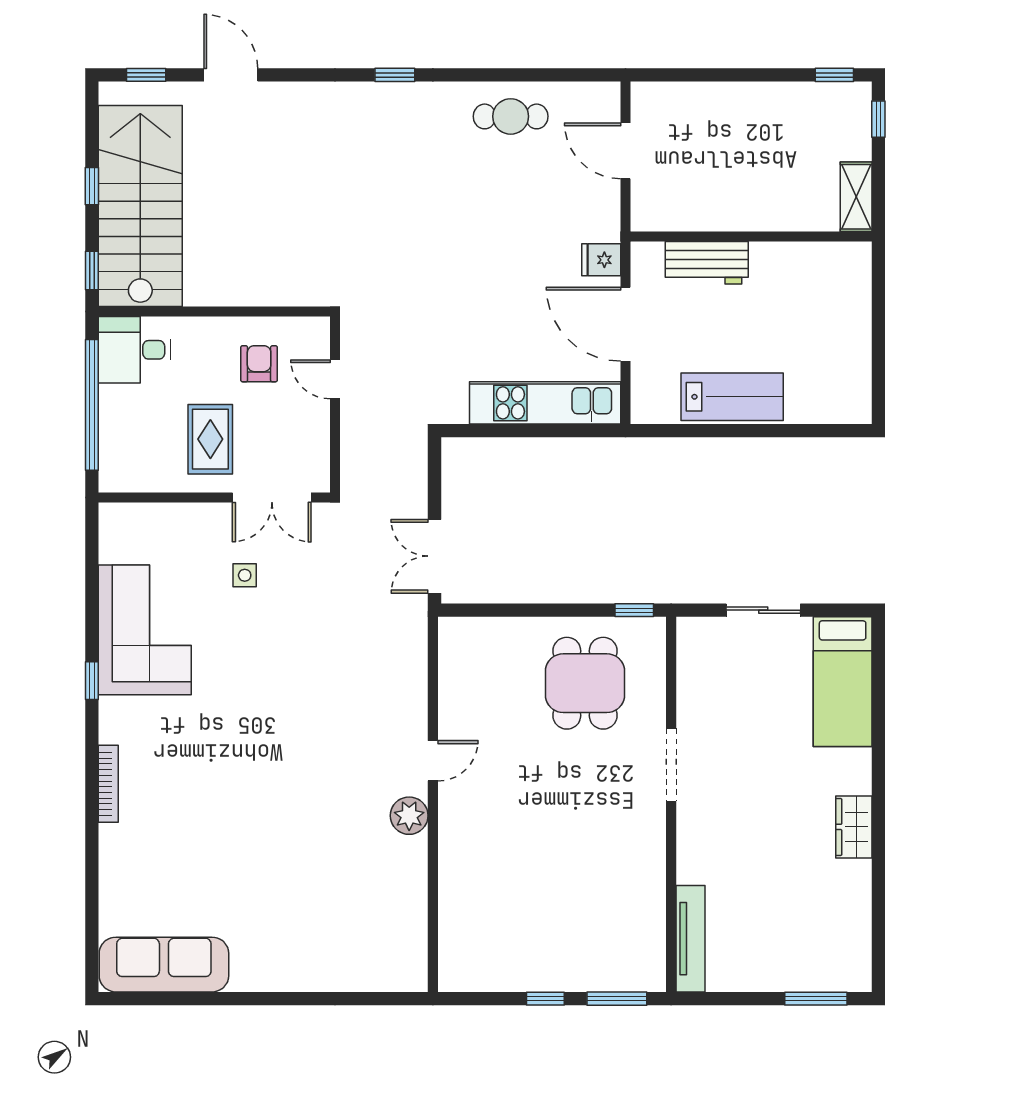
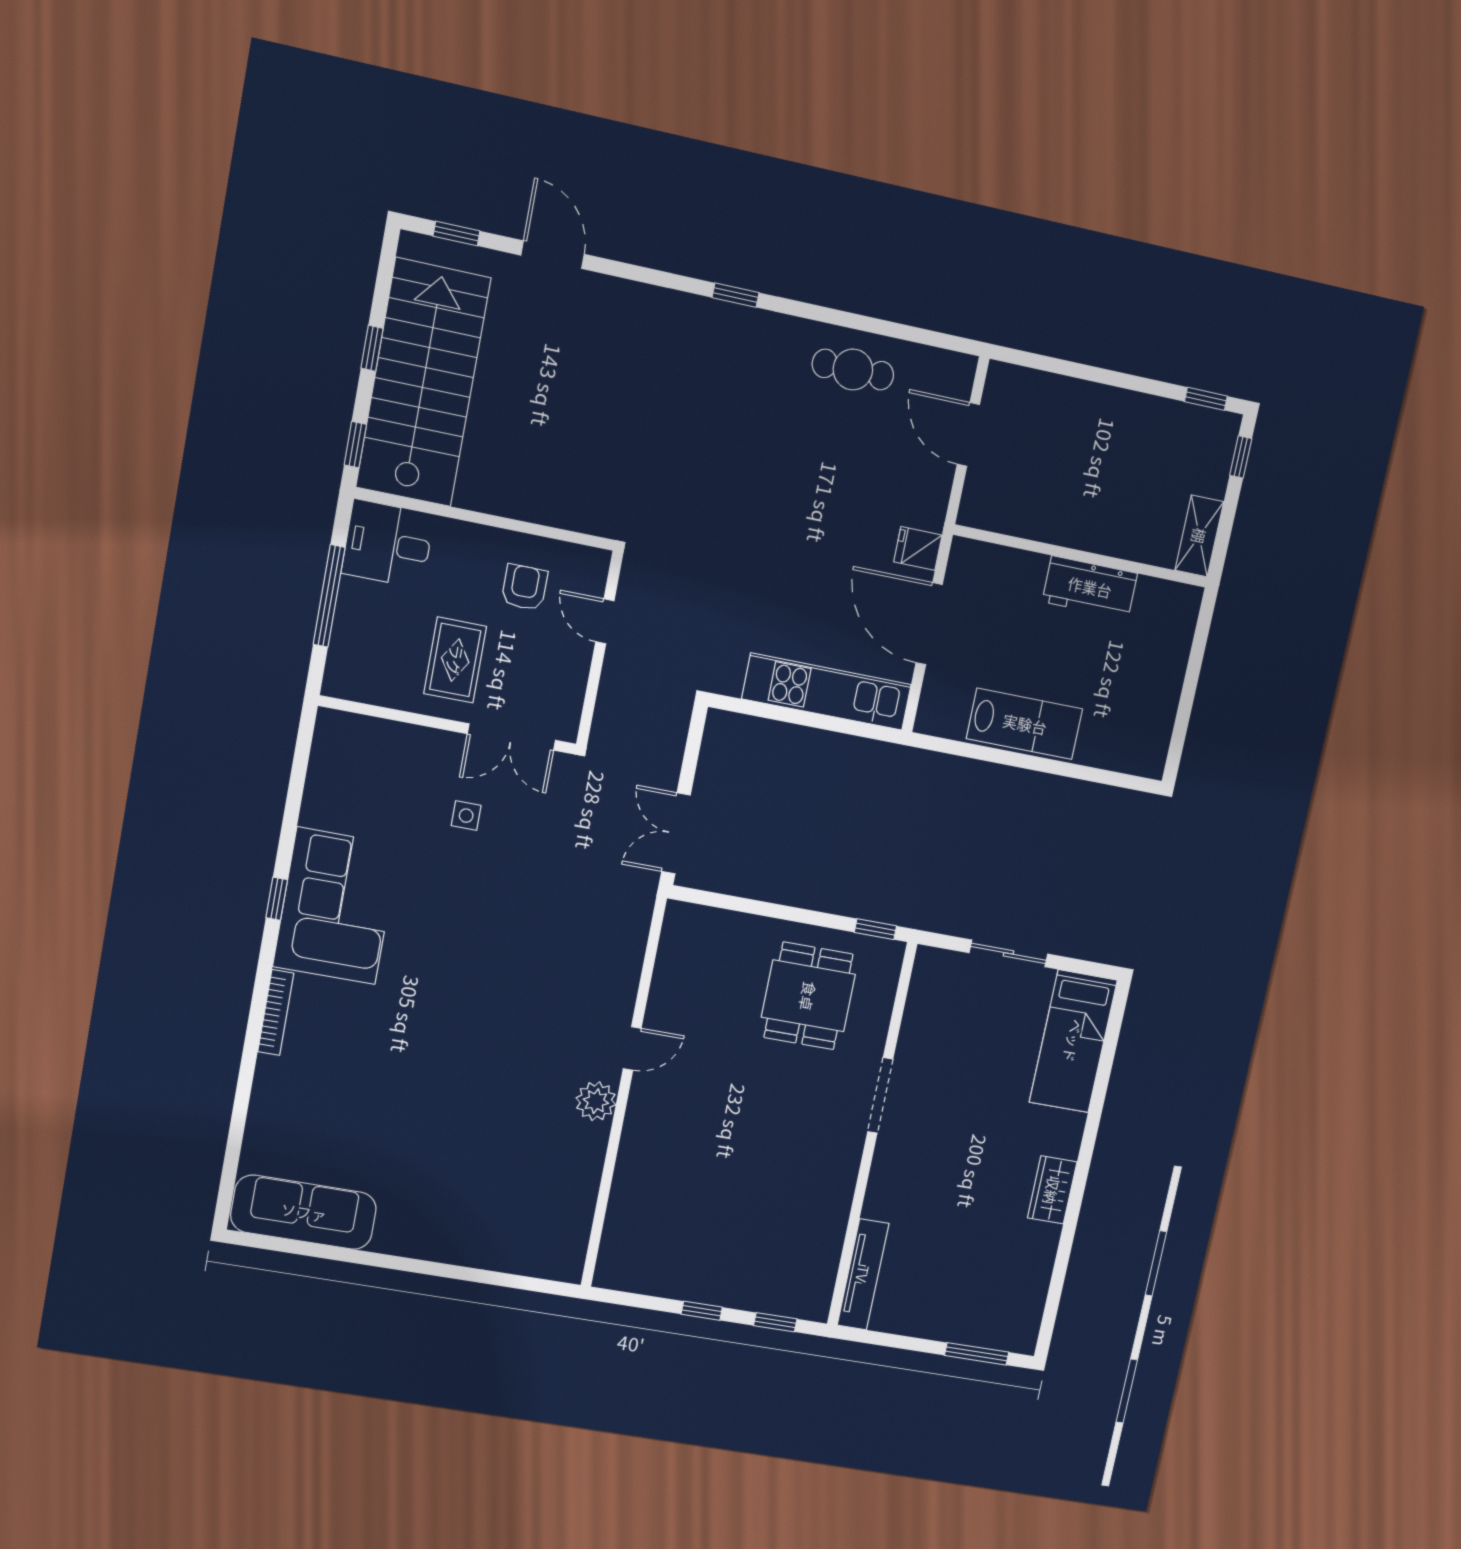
workbench: (707, 263) -> (1090, 587), moved
window: (92, 405) -> (329, 596), width x0.68
corner sofa: (145, 630) -> (336, 906), moved
window: (617, 999) -> (775, 1322), width x0.67

